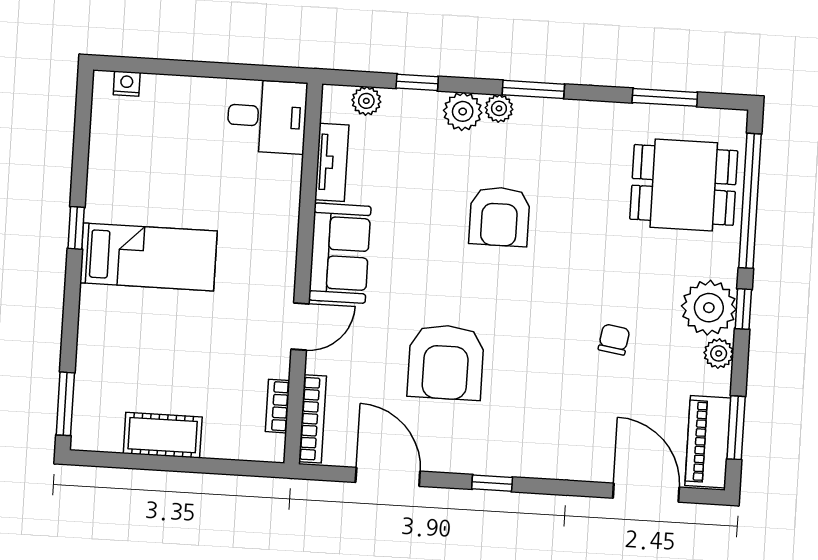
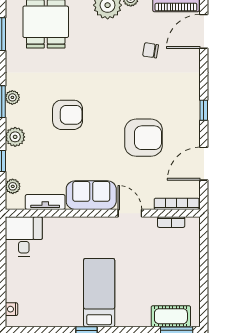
plant: (499, 108) -> (12, 97), moved
chair: (614, 340) -> (151, 50), moved
cot: (163, 435) -> (171, 316), moved, turned 90

